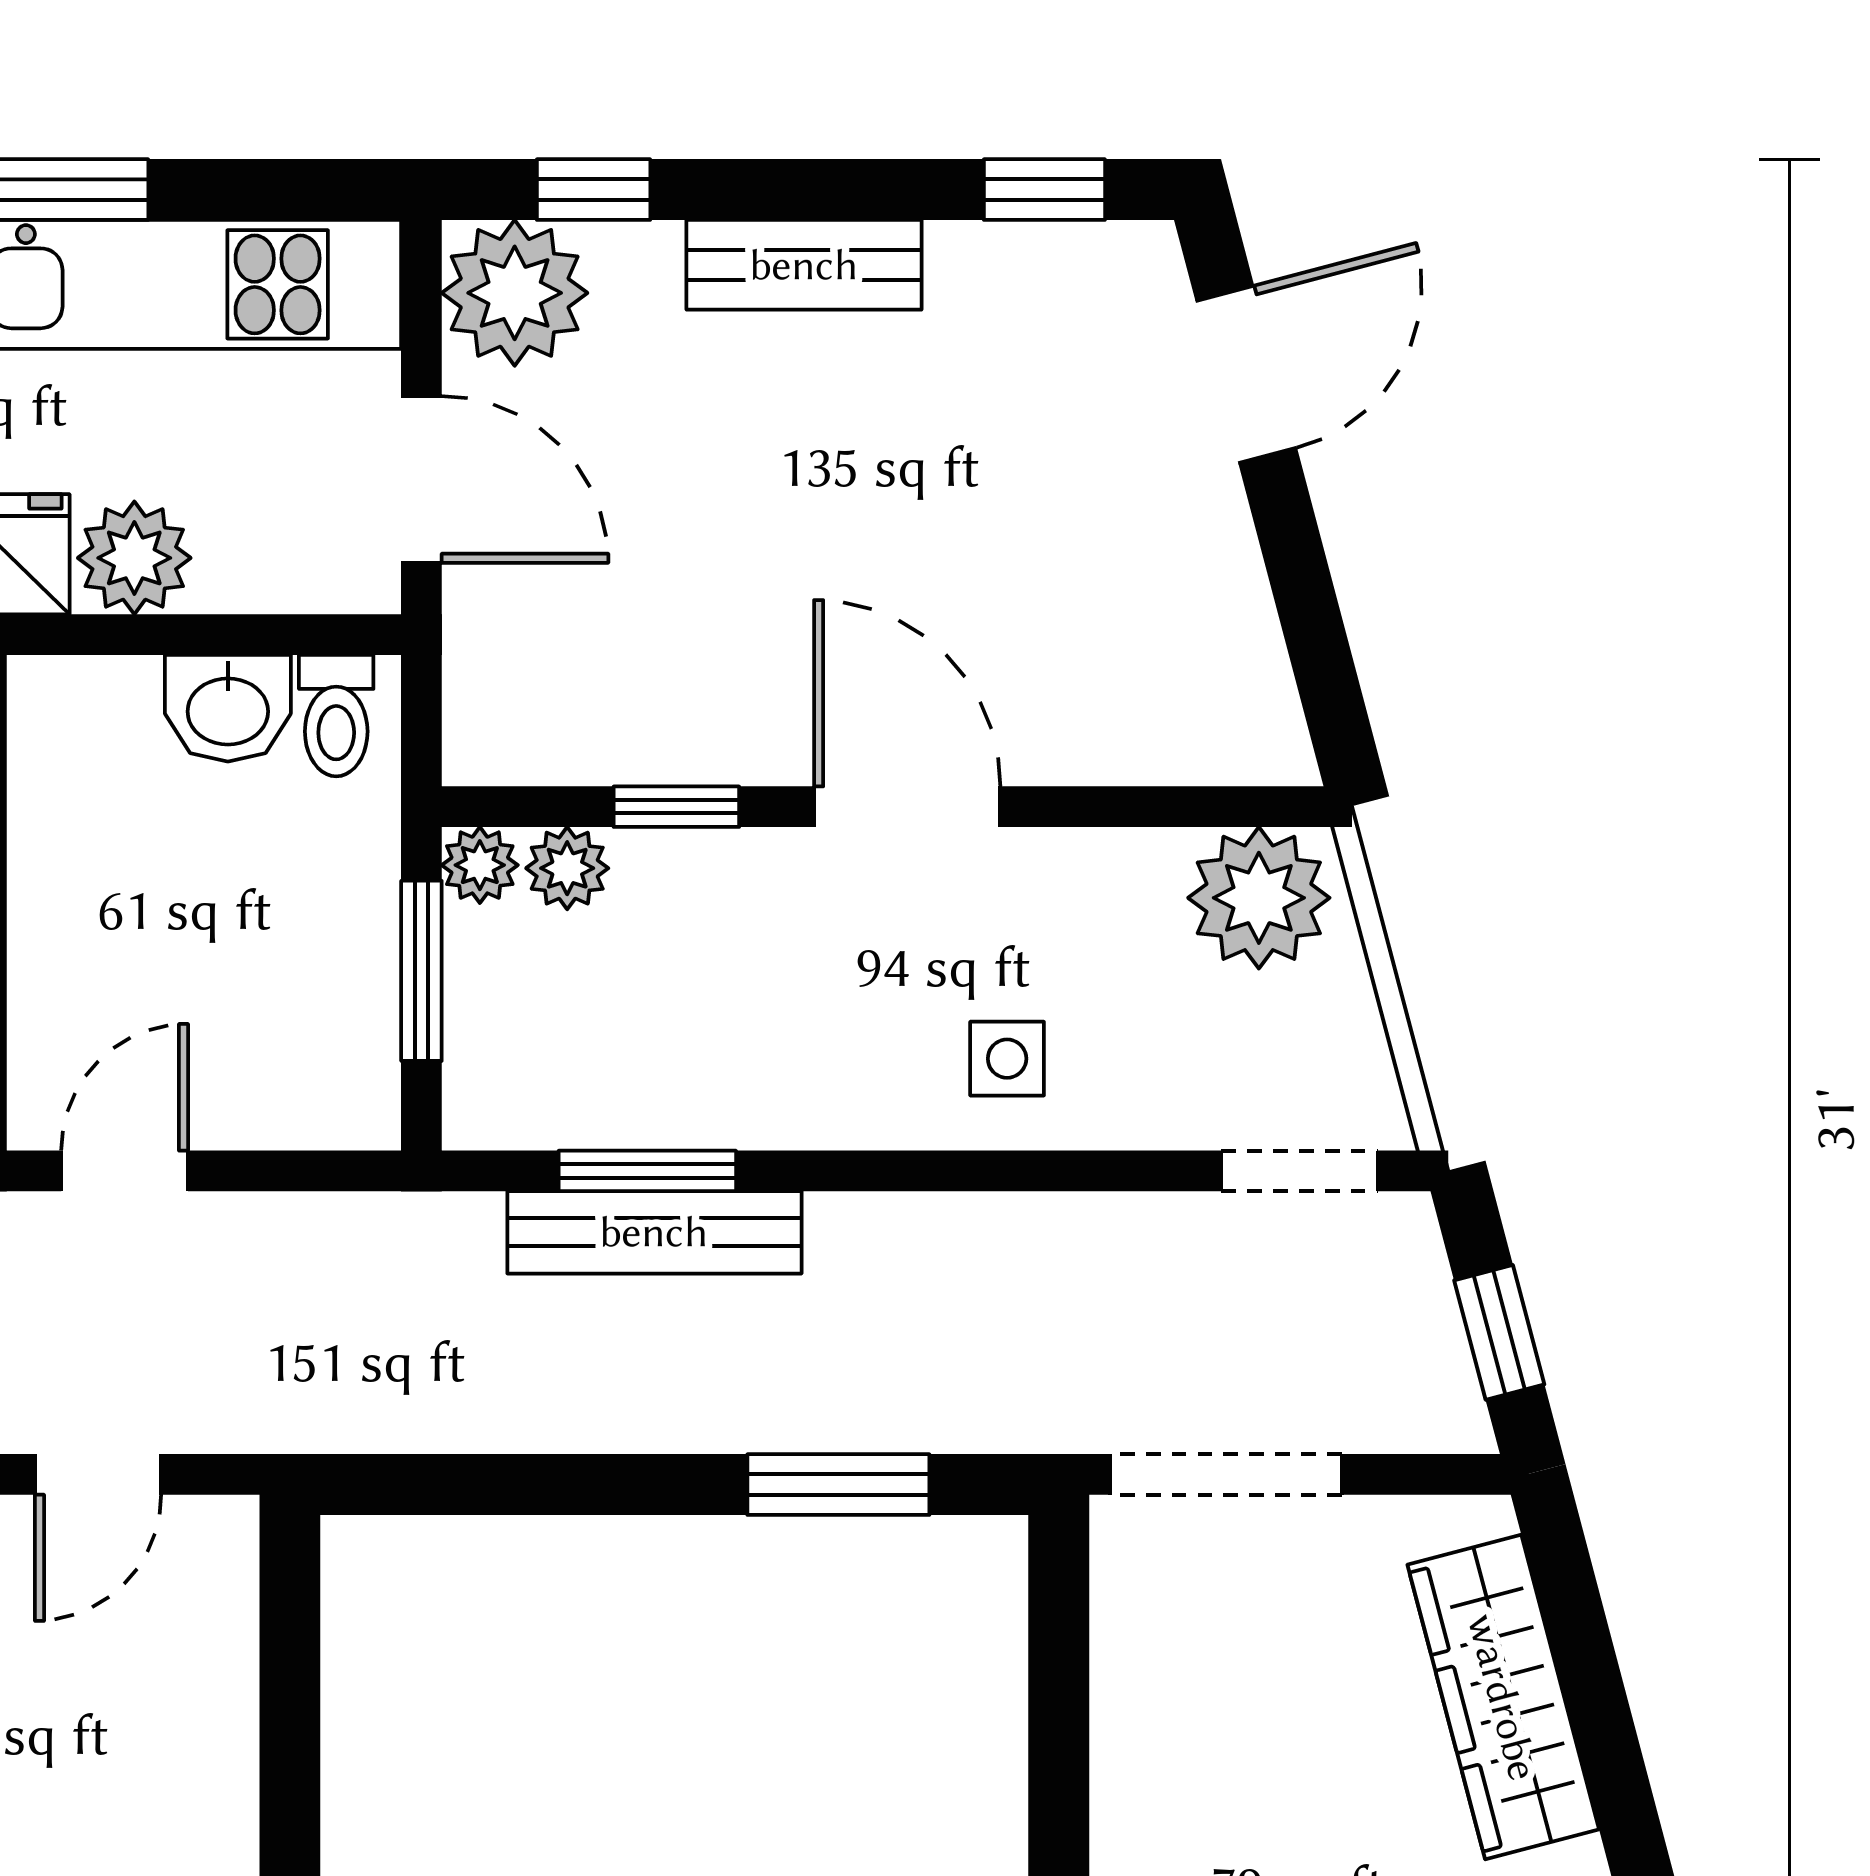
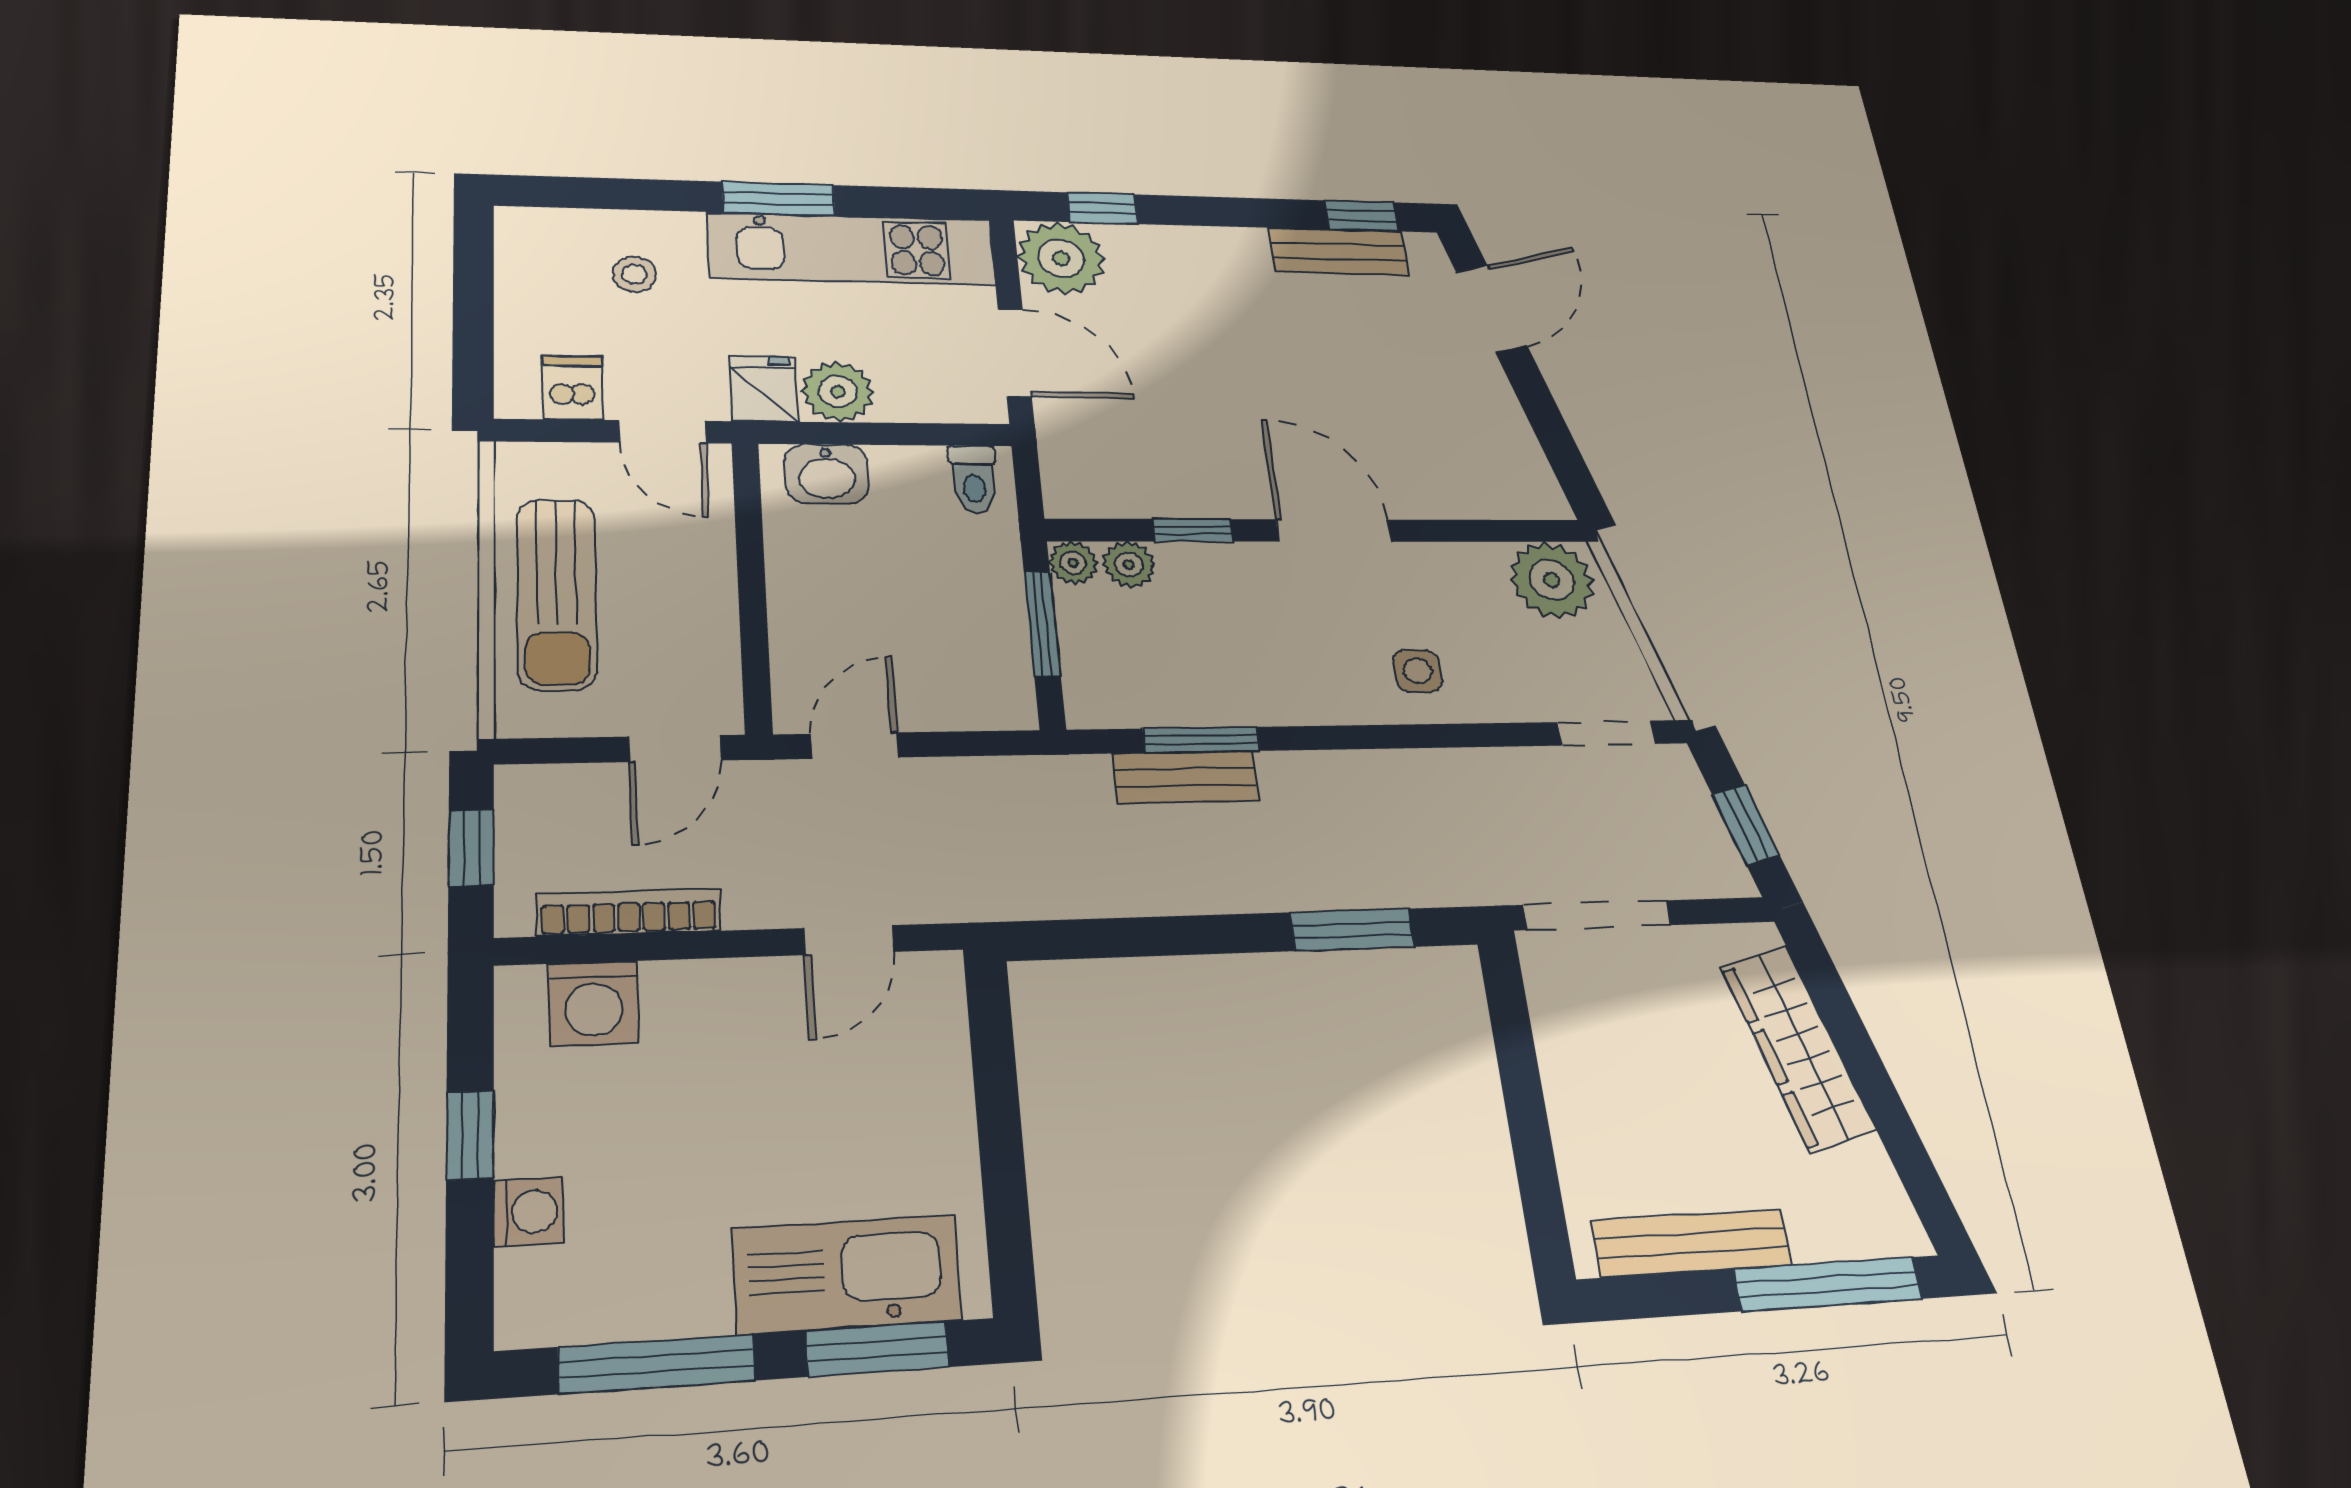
bench: (804, 265) -> (1338, 251), moved
washbasin: (228, 708) -> (827, 474), moved
bench: (654, 1232) -> (1185, 777), width x0.73

